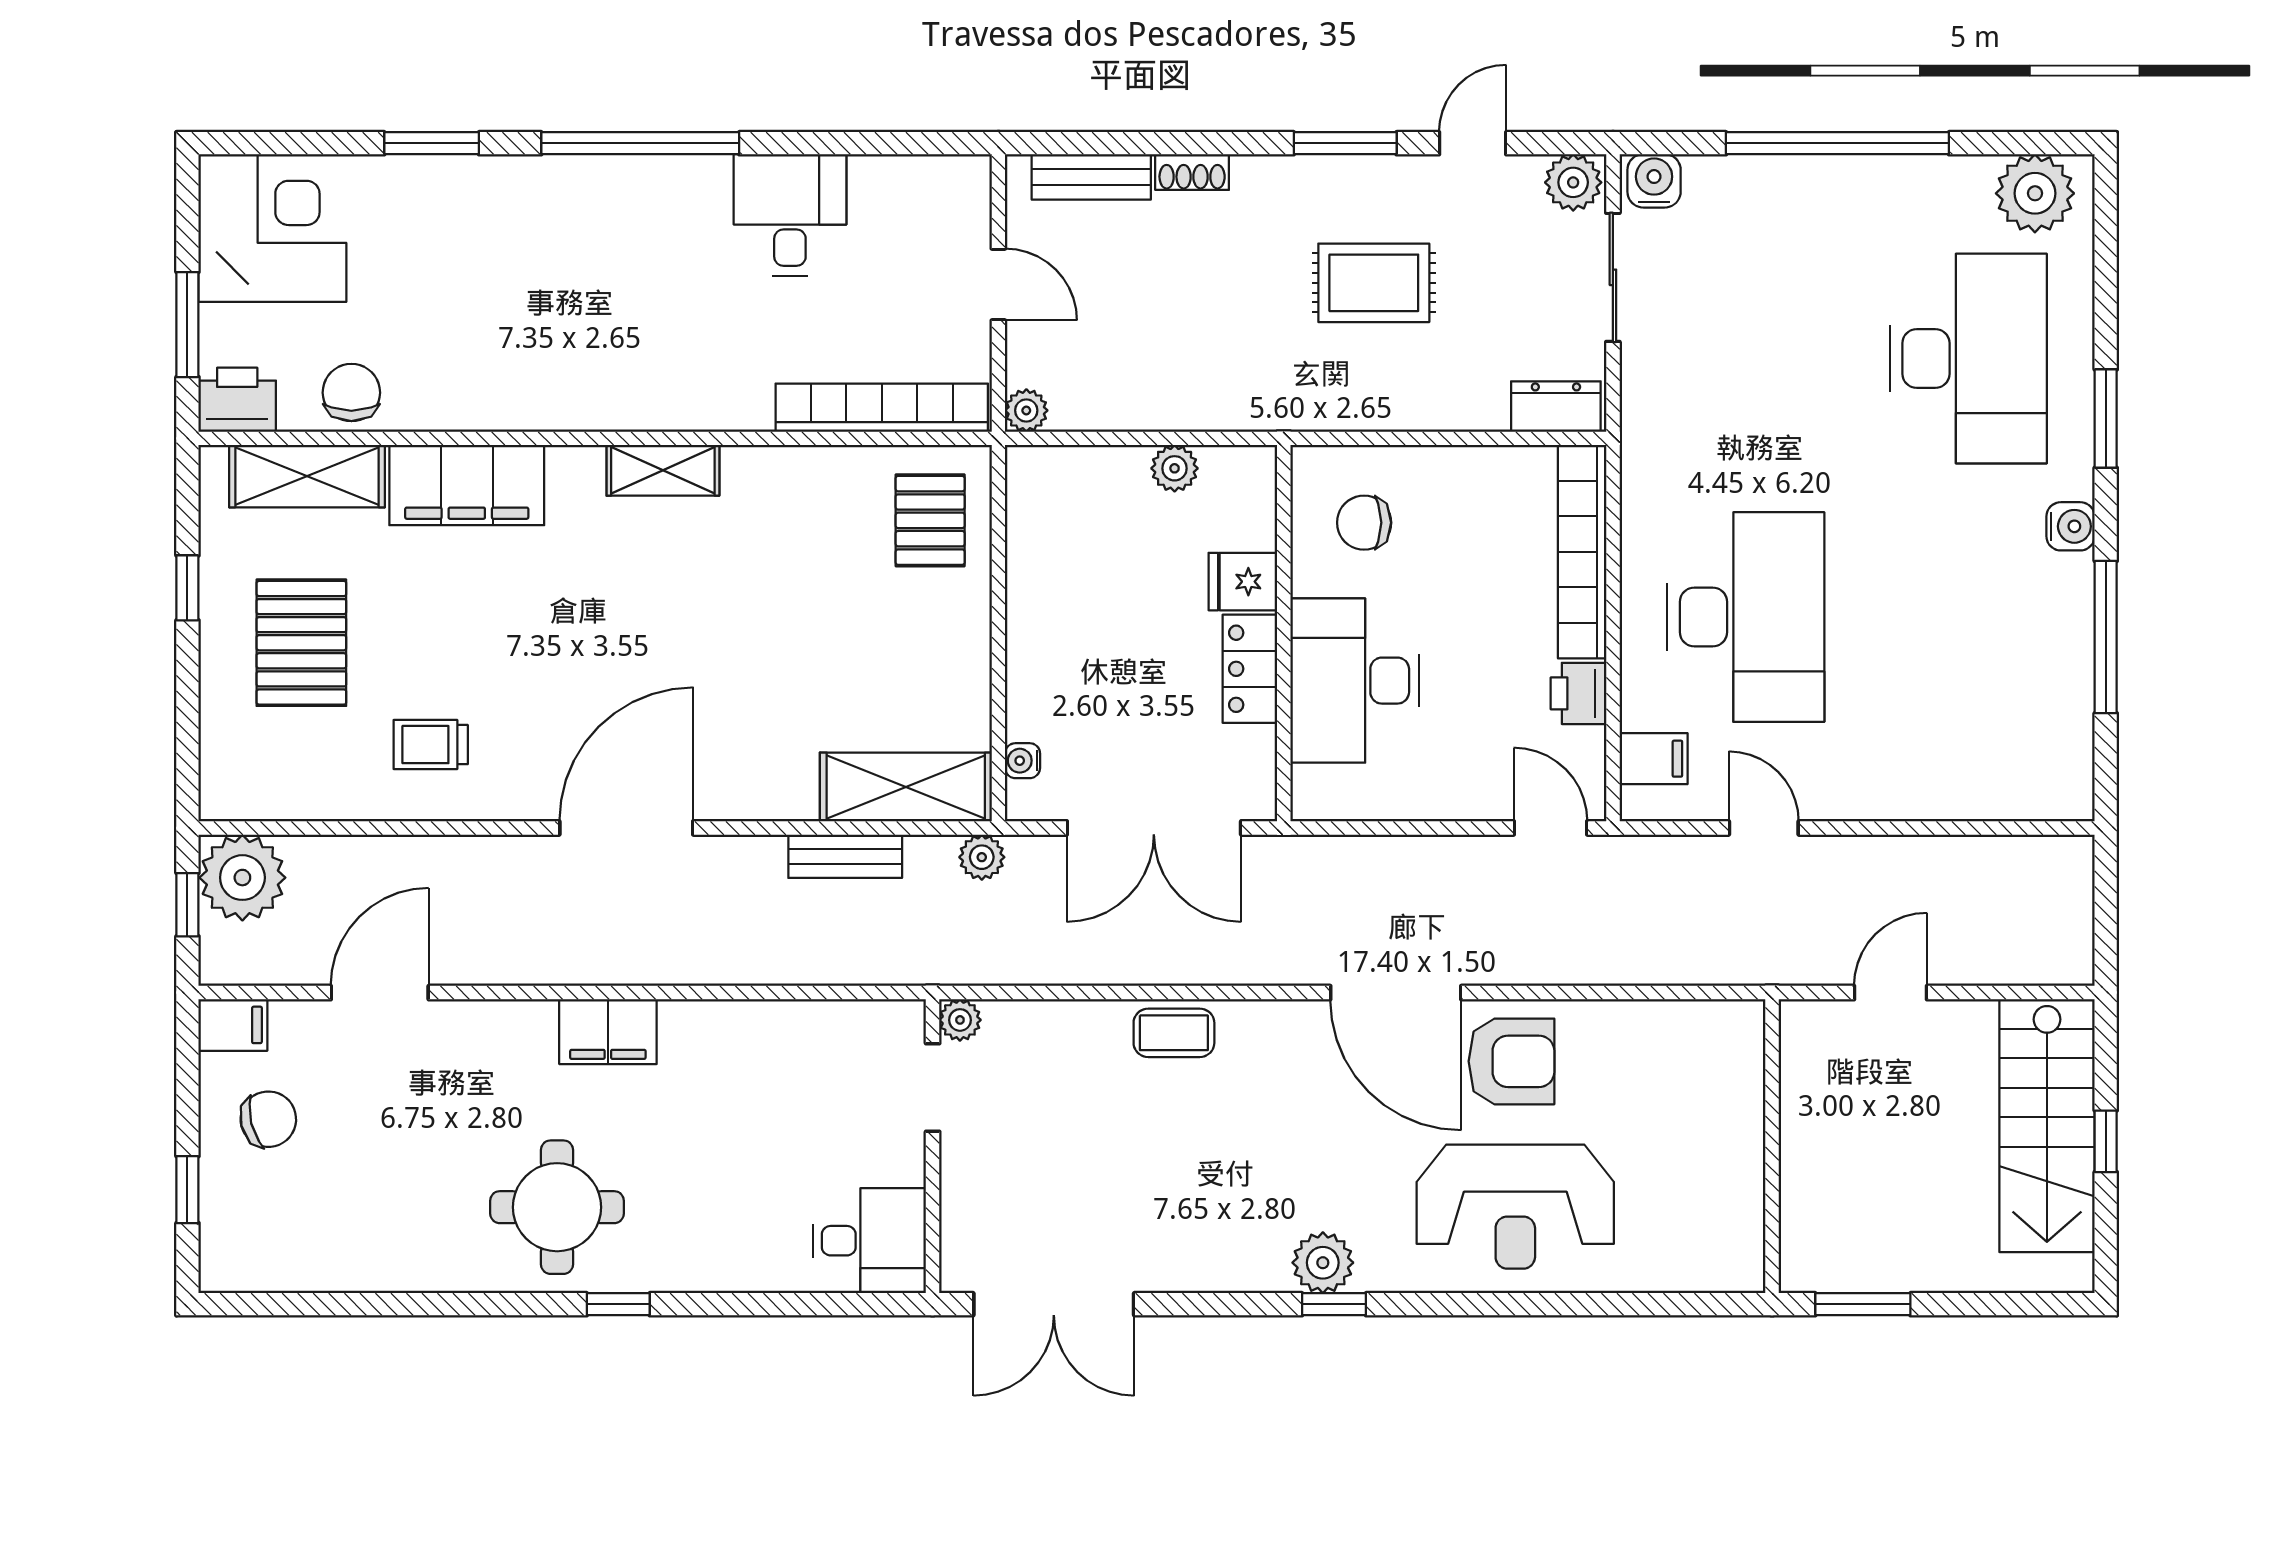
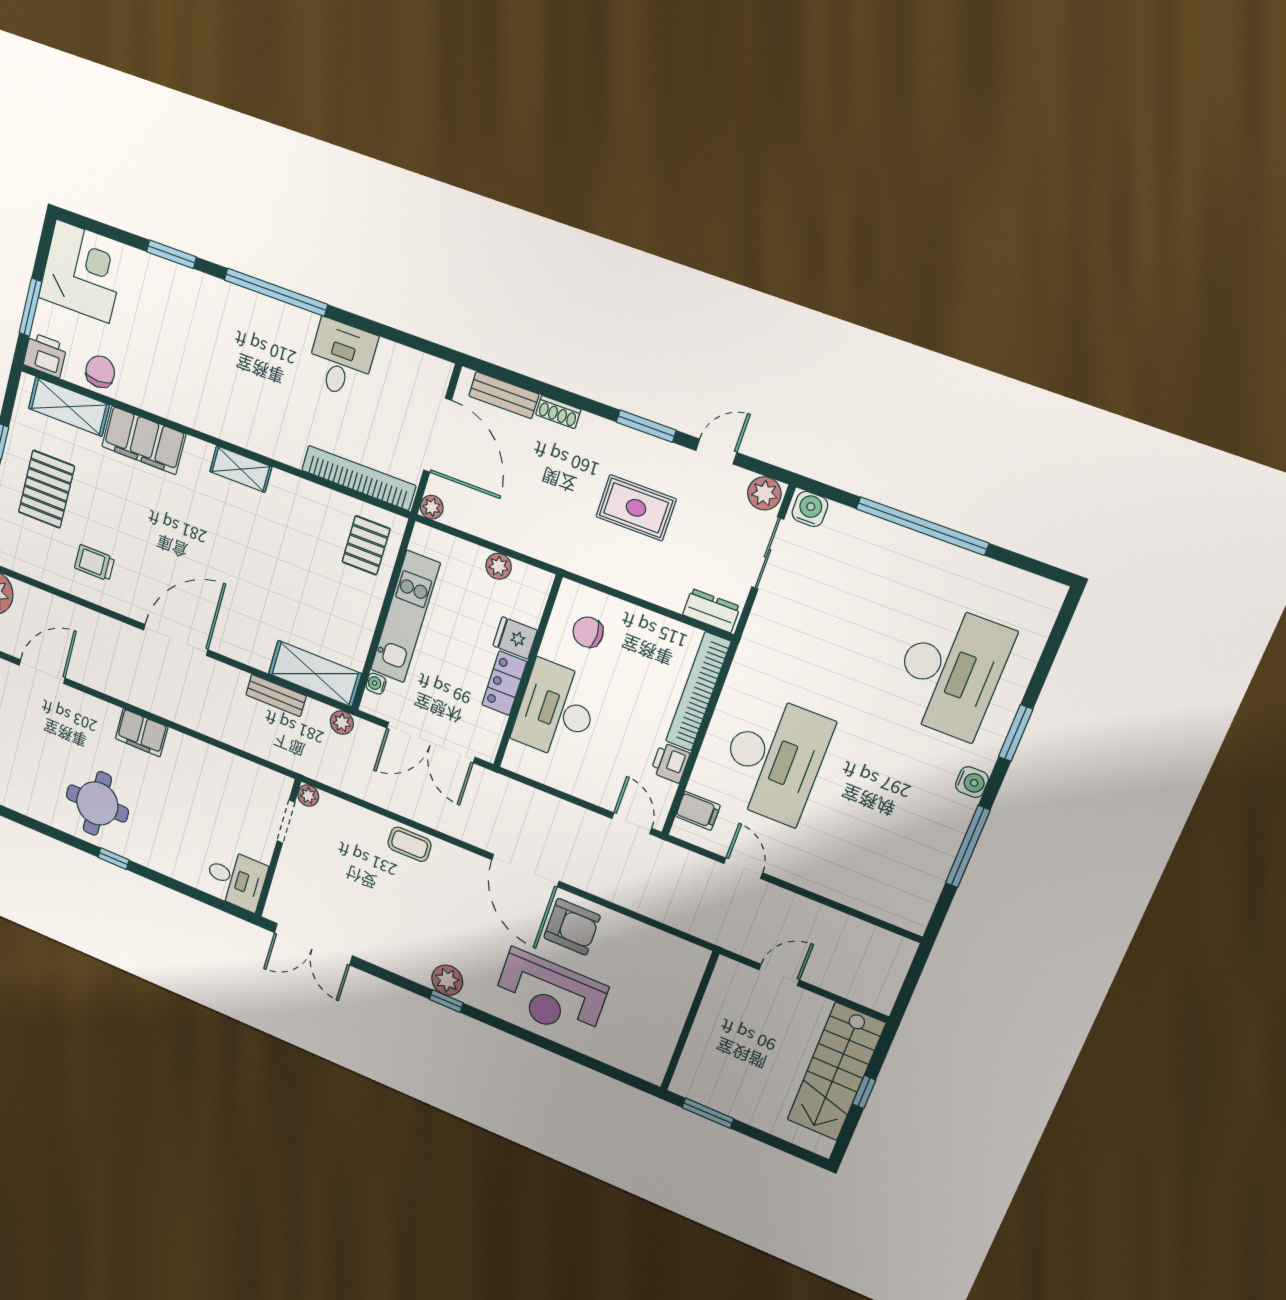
plant: (2035, 193) -> (1026, 596), removed
door: (998, 284) -> (437, 435), width x1.88
kitchen unit: (1039, 620) -> (405, 617), added

